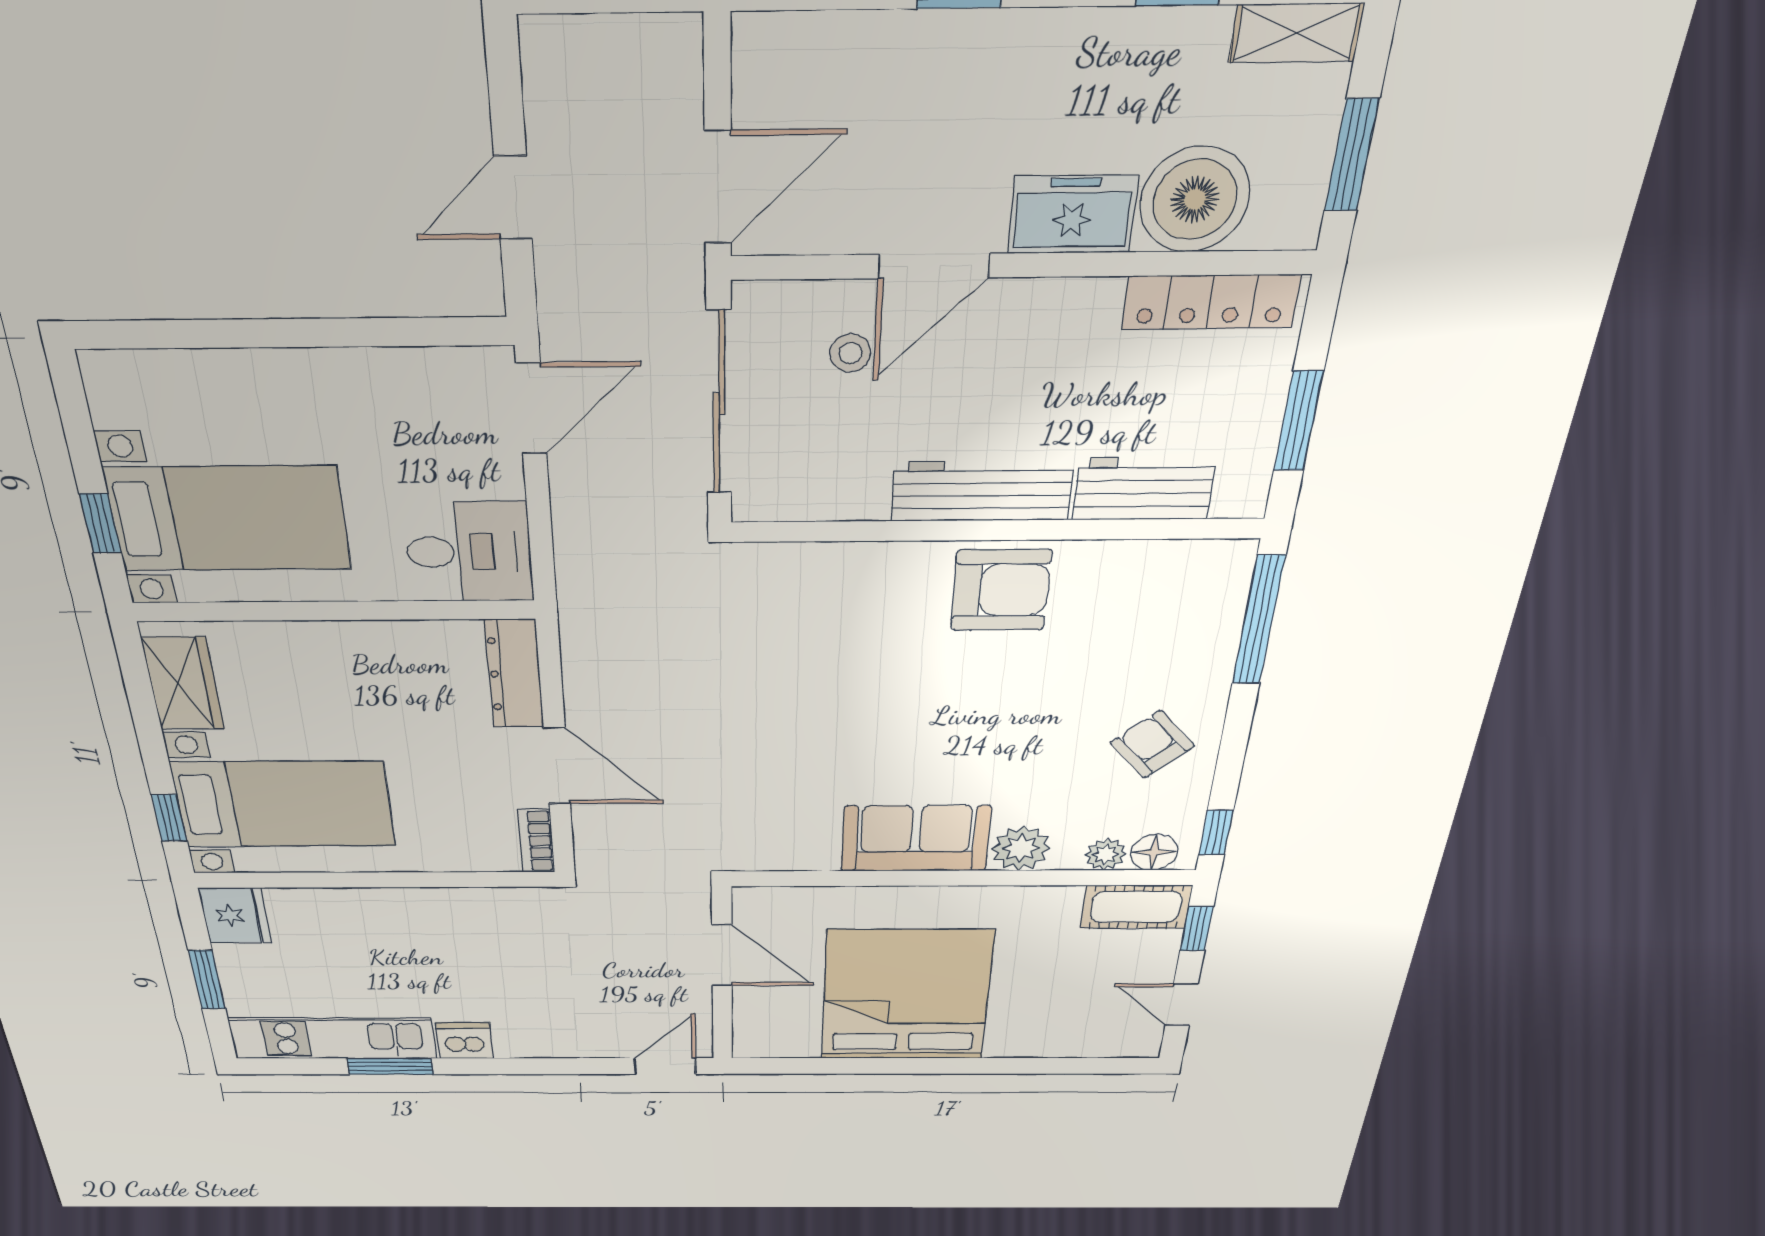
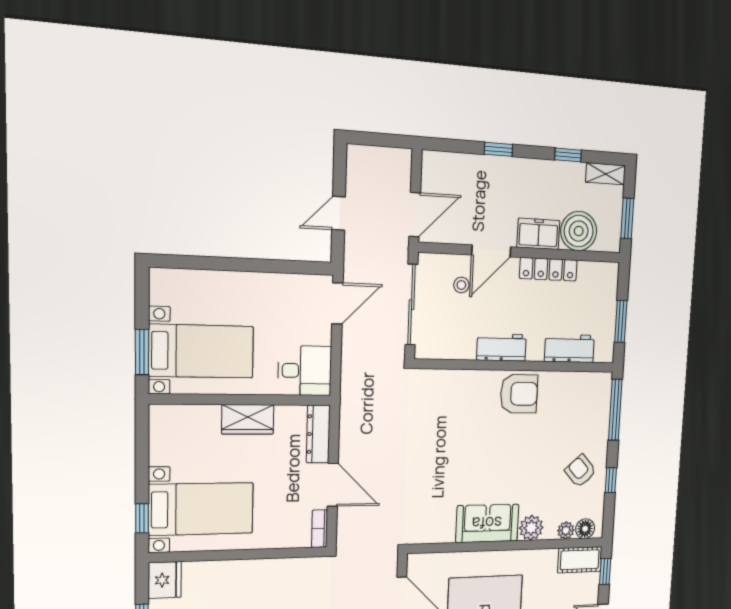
locker: (1211, 302) -> (548, 269), moved
workbench: (982, 491) -> (501, 347), width x0.73
window: (100, 523) -> (142, 352), width x1.50
wardrobe: (183, 684) -> (248, 419), moved, turned 90
window: (1216, 833) -> (611, 480), moved

